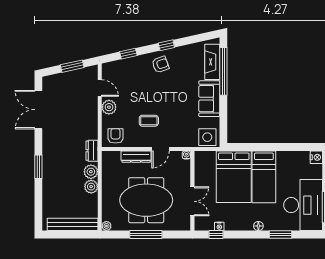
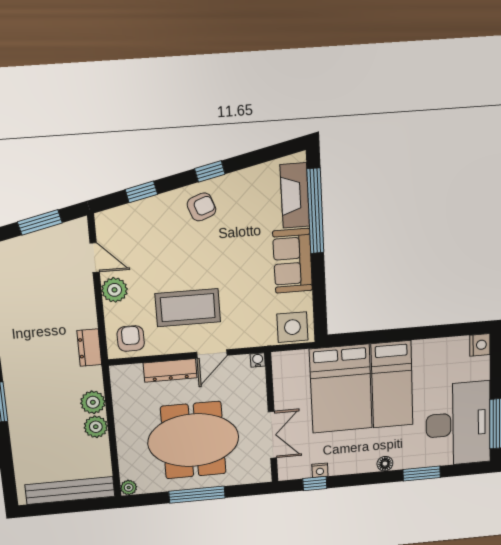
coffee table: (149, 121) -> (188, 308), width x1.86, depth x1.72
dresser: (92, 151) -> (89, 348), moved

